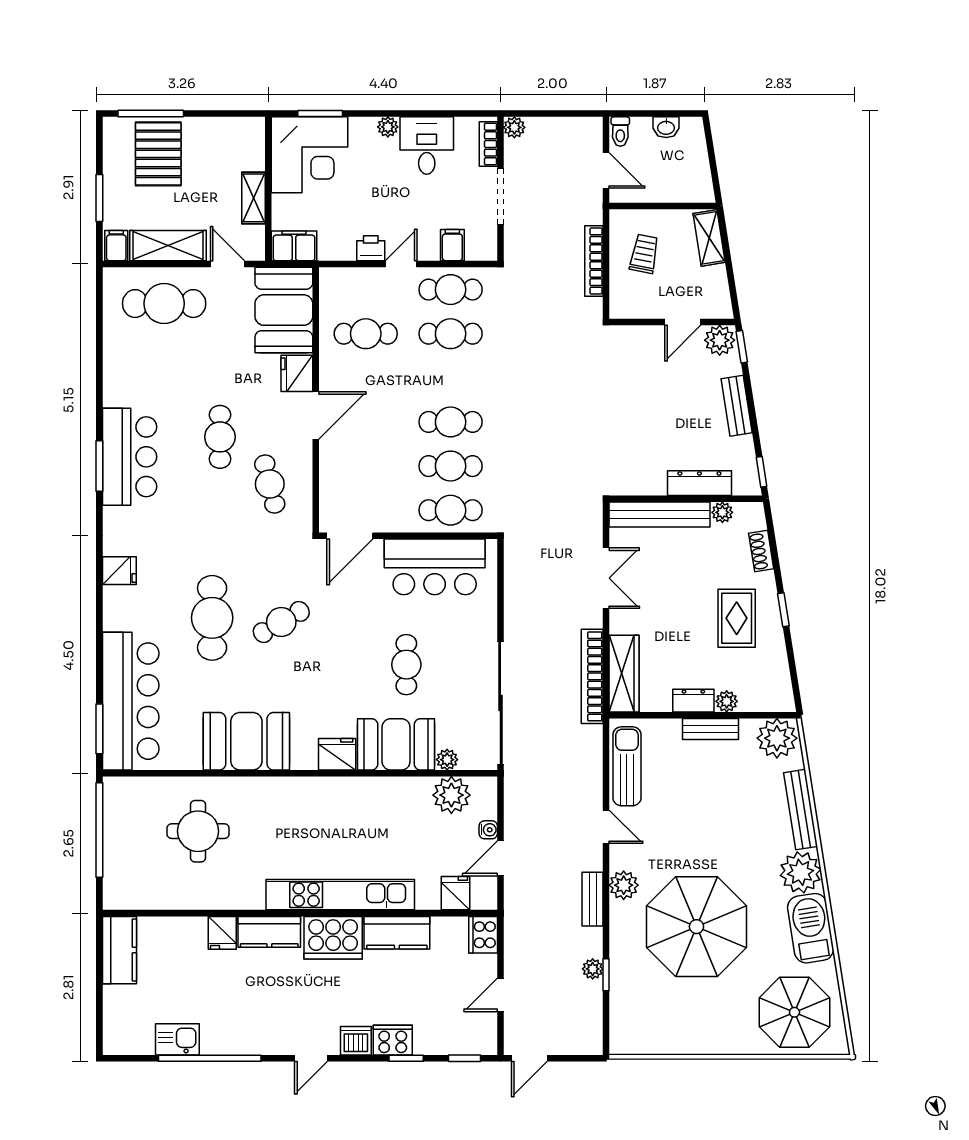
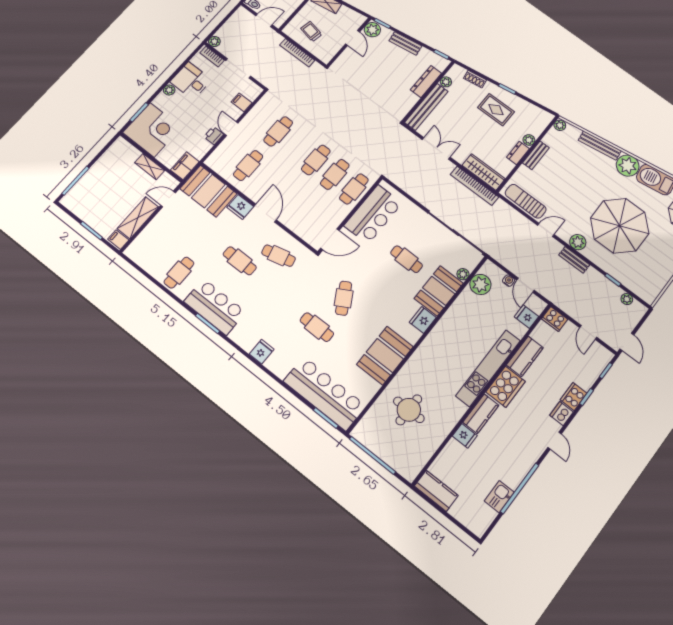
pallet: (158, 154) -> (95, 191), removed
cafe table: (451, 290) -> (260, 117), removed
cafe table: (164, 304) -> (179, 273), moved, width x0.73, depth x0.74
door: (350, 536) -> (330, 239), hinge flipped
cafe table: (212, 618) -> (317, 327), width x0.73, depth x0.74
plant: (777, 738) -> (560, 125), width x0.53, depth x0.53
plant: (593, 969) -> (627, 299), moved

